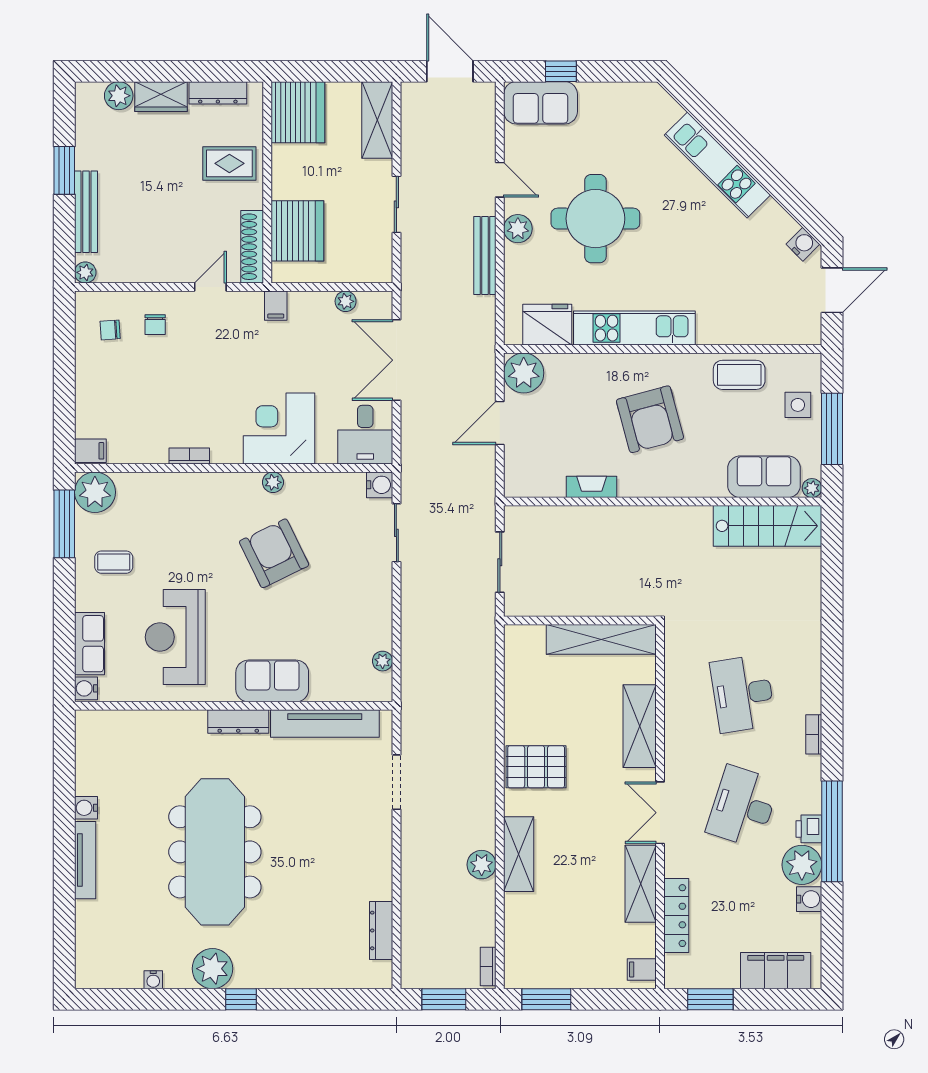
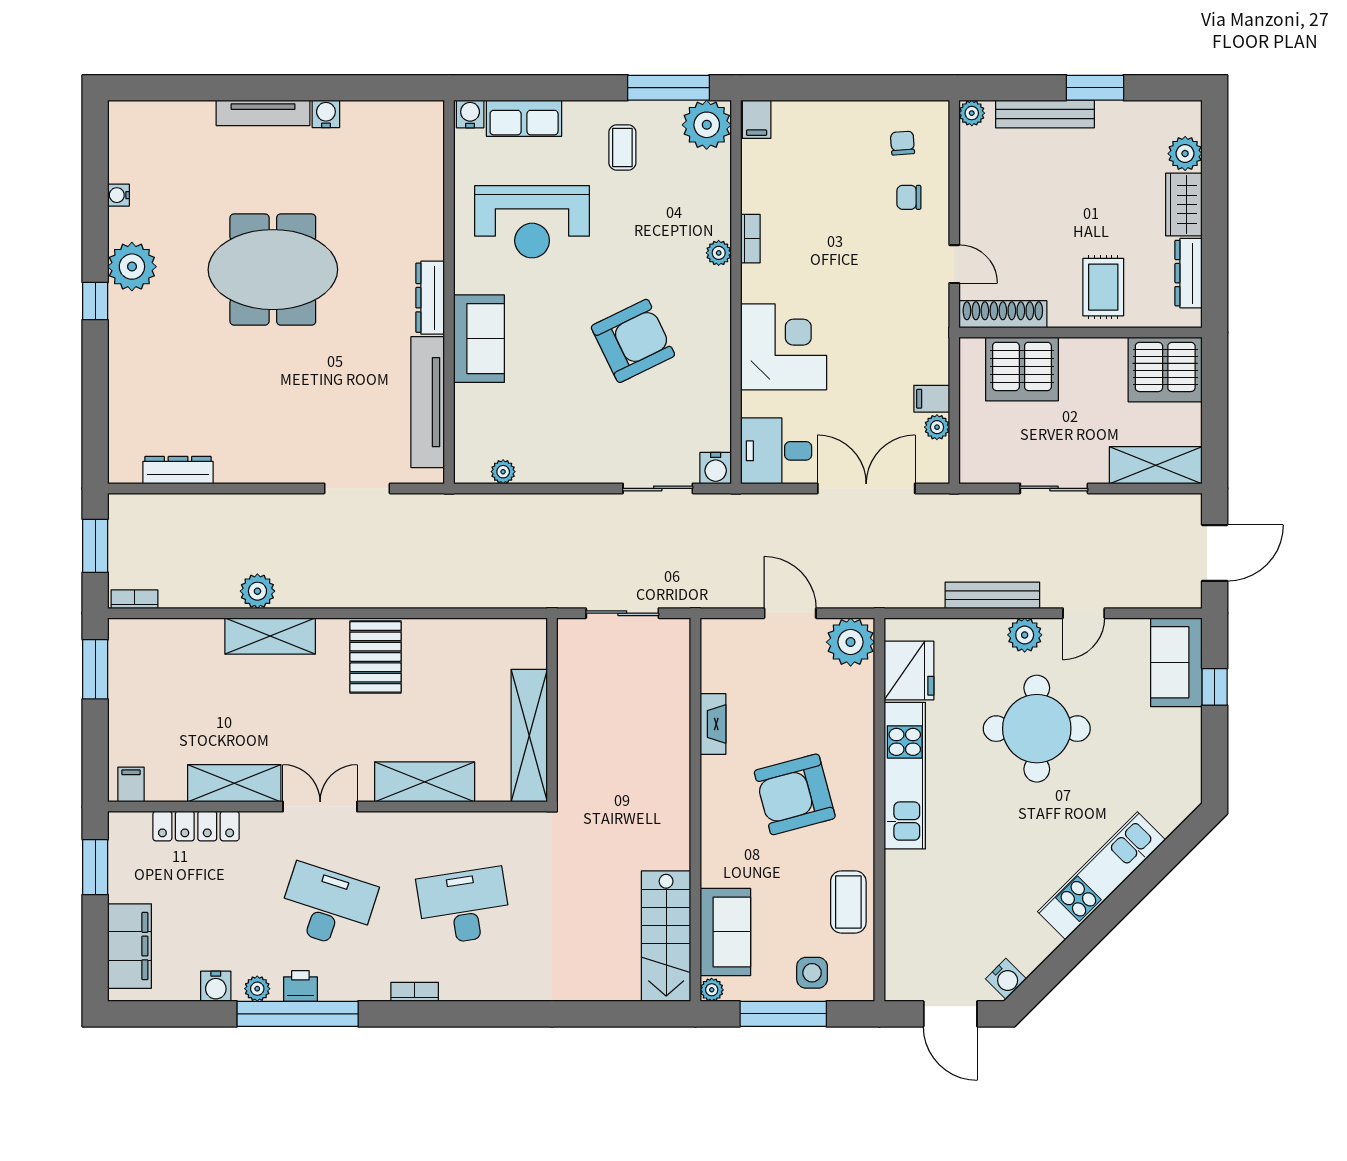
filing cabinet: (276, 306) -> (932, 399), moved
plant: (273, 482) -> (719, 253), moved
reception desk: (175, 637) -> (532, 222), turned 180
meeting table: (215, 852) -> (273, 270), width x0.73
plant: (802, 865) -> (257, 989), width x0.53, depth x0.53

